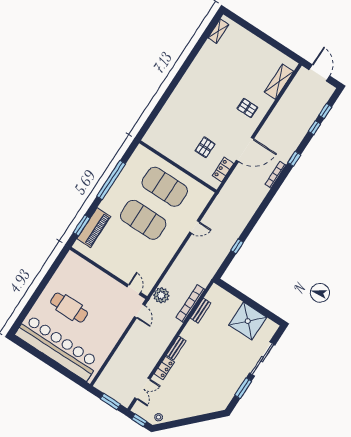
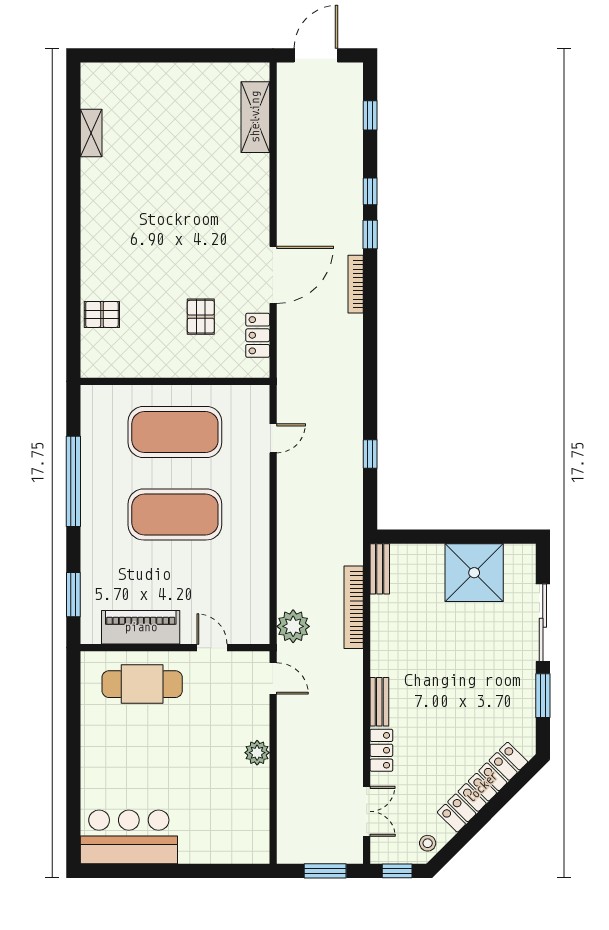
shelving: (218, 31) -> (91, 133), moved
door: (319, 73) -> (316, 55), hinge flipped
pallet: (247, 108) -> (102, 314), moved
window: (314, 128) -> (370, 191), moved
door: (194, 227) -> (273, 438), moved
piano: (94, 228) -> (141, 627), moved, turned -90
door: (134, 290) -> (212, 648), moved
cafe table: (69, 308) -> (142, 684), moved
bench: (201, 311) -> (380, 569), moved
plant: (114, 336) -> (257, 753), added
bar counter: (57, 348) -> (129, 837), width x0.54
locker: (195, 409) -> (482, 787), added

